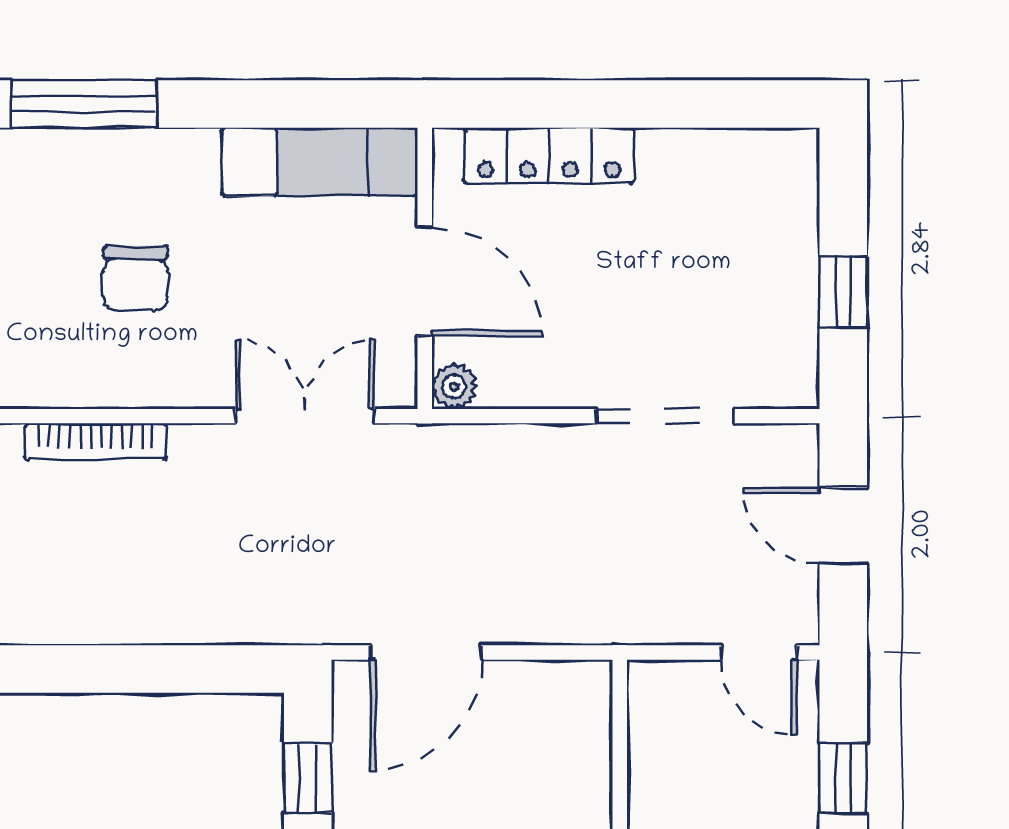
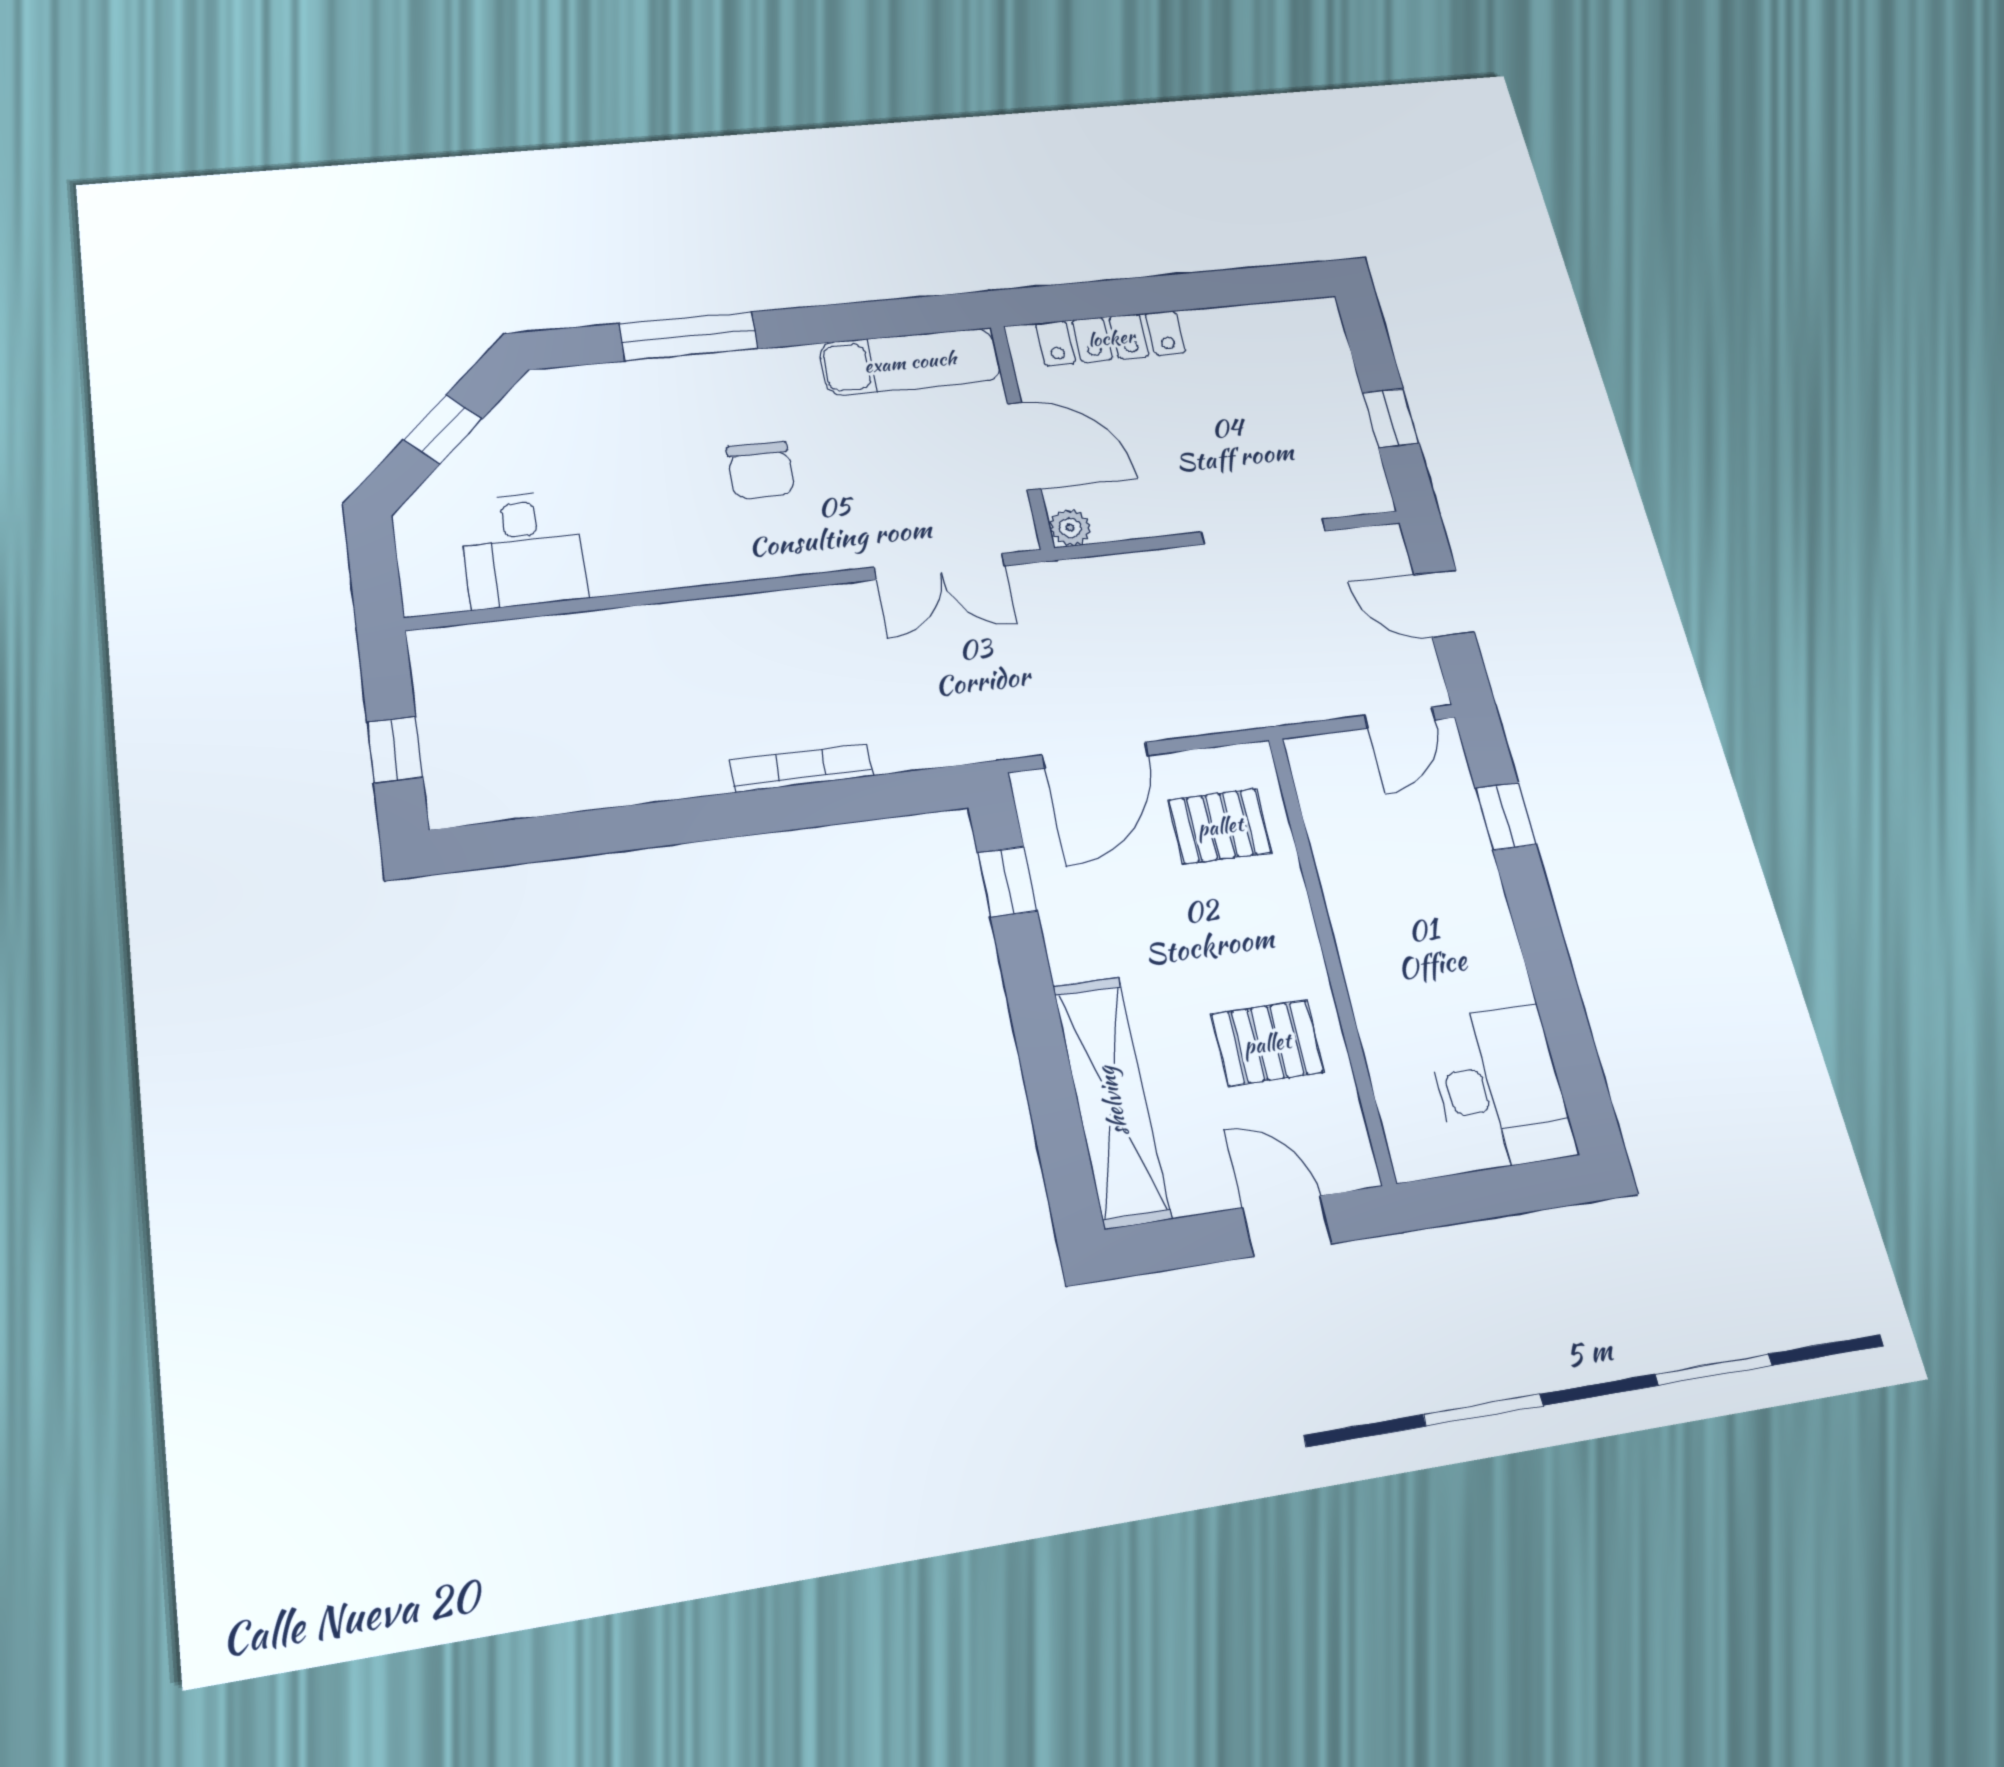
double door: (305, 416) -> (939, 567), swing flipped
bookcase: (96, 441) -> (801, 768), moved, turned 180
door: (759, 653) -> (1400, 718), hinge flipped
pallet: (538, 748) -> (1220, 826), added

